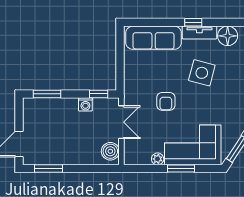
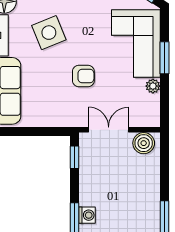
side table: (202, 73) -> (49, 33), turned -37
washing machine: (85, 104) -> (87, 215), moved

